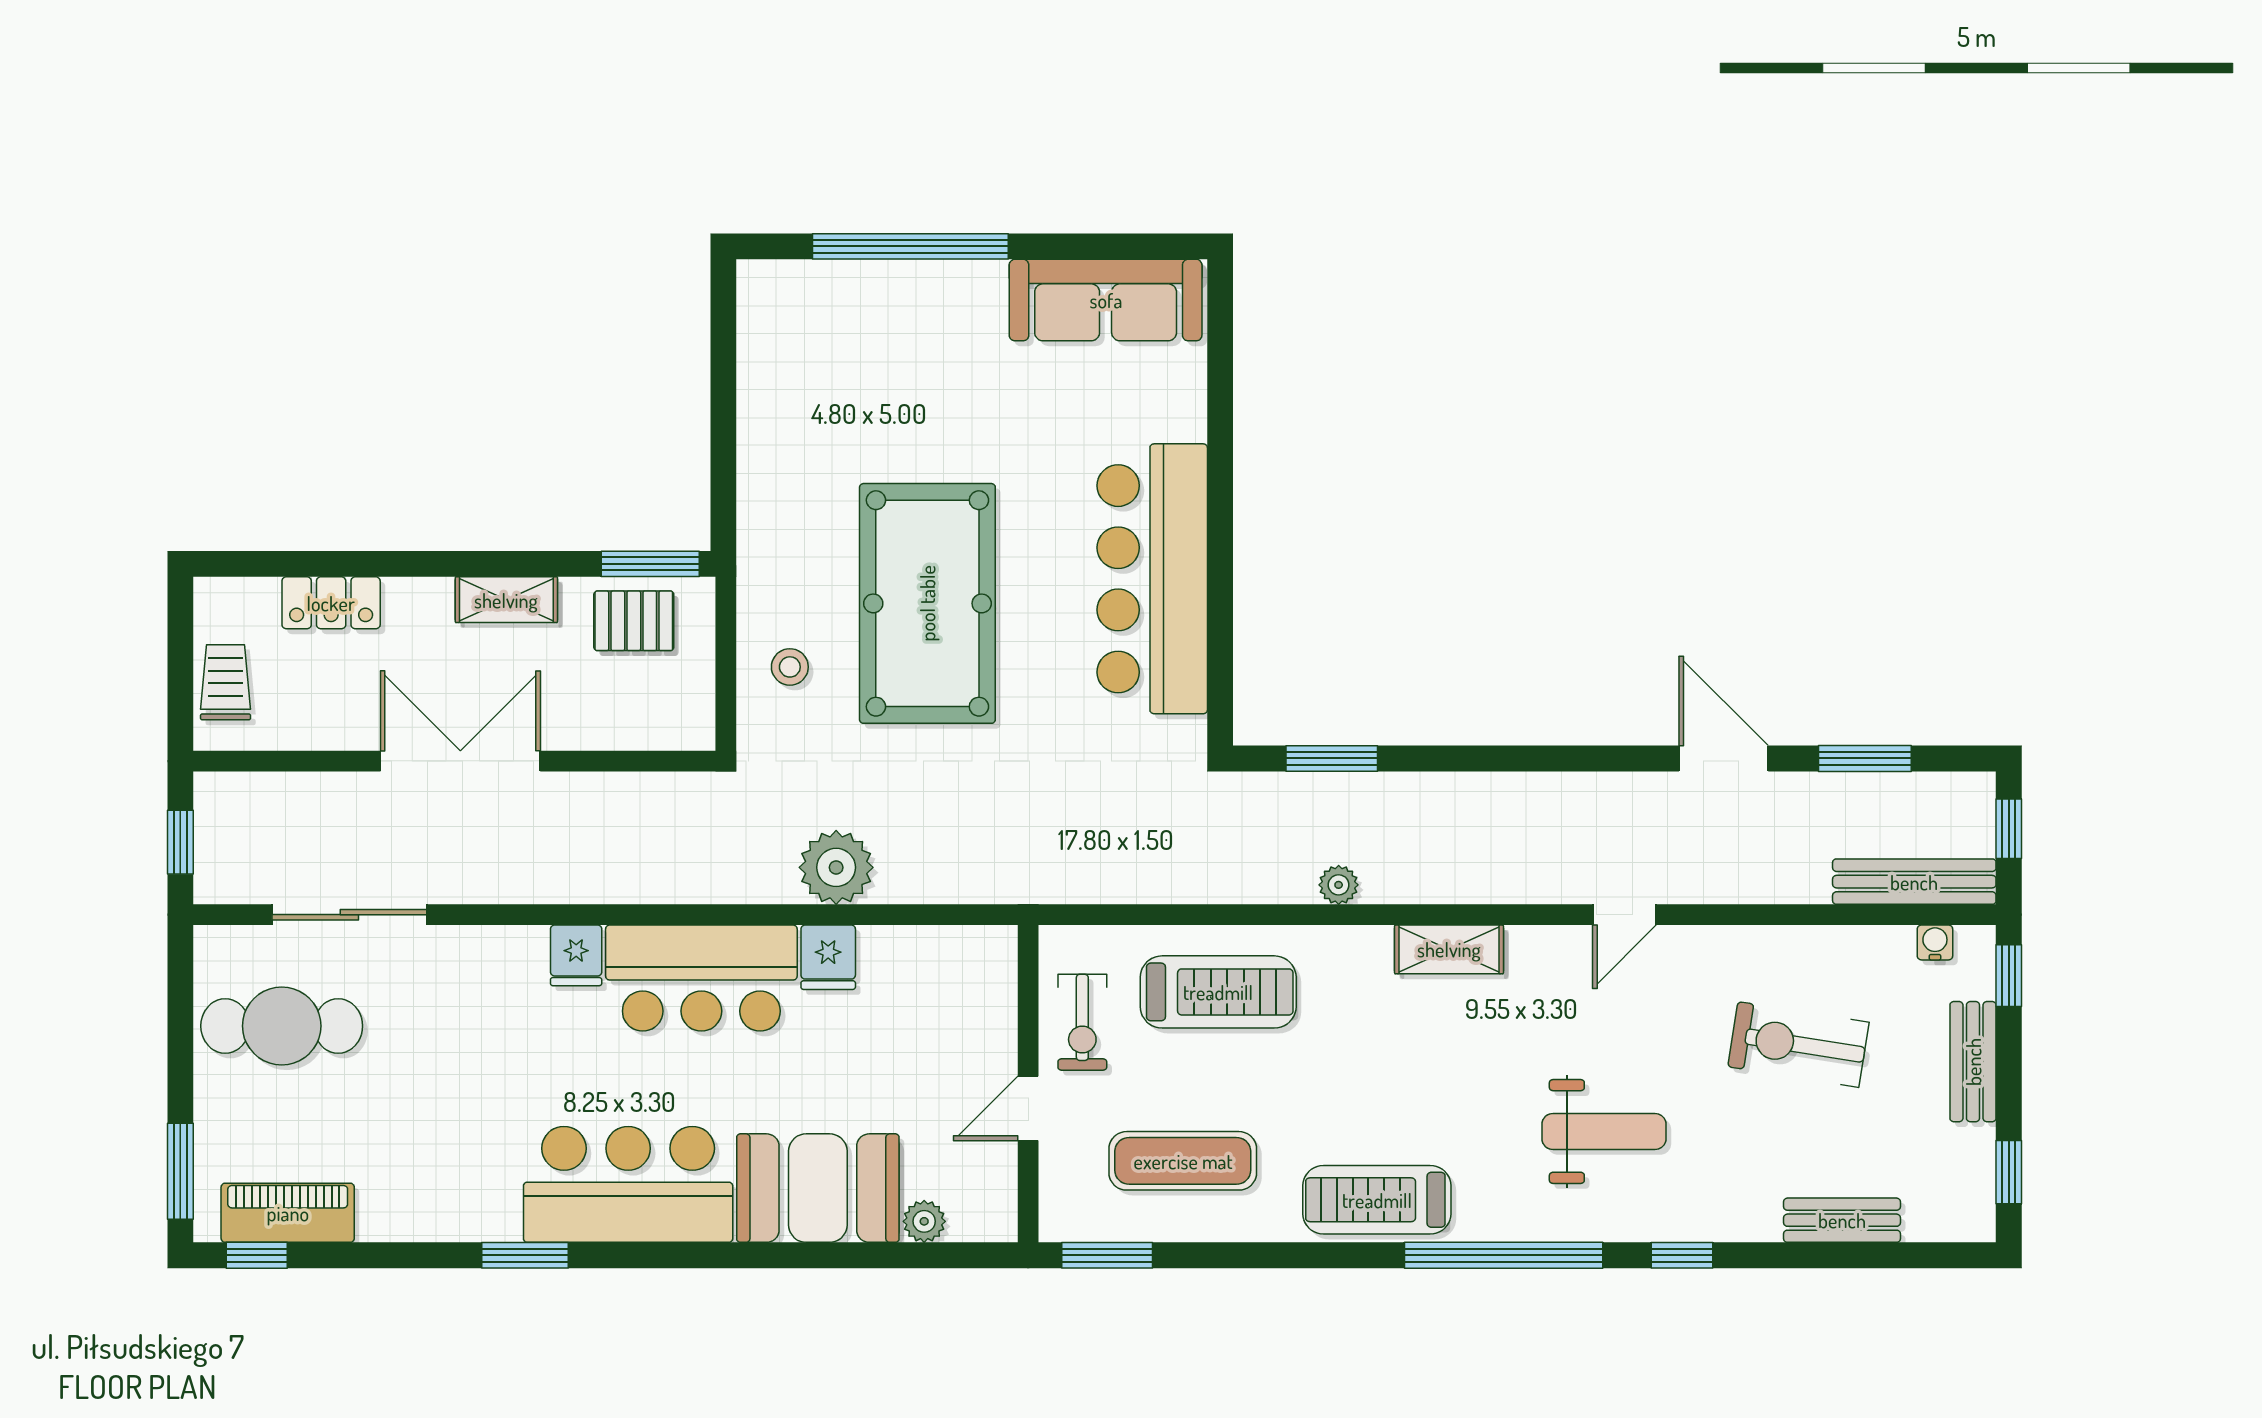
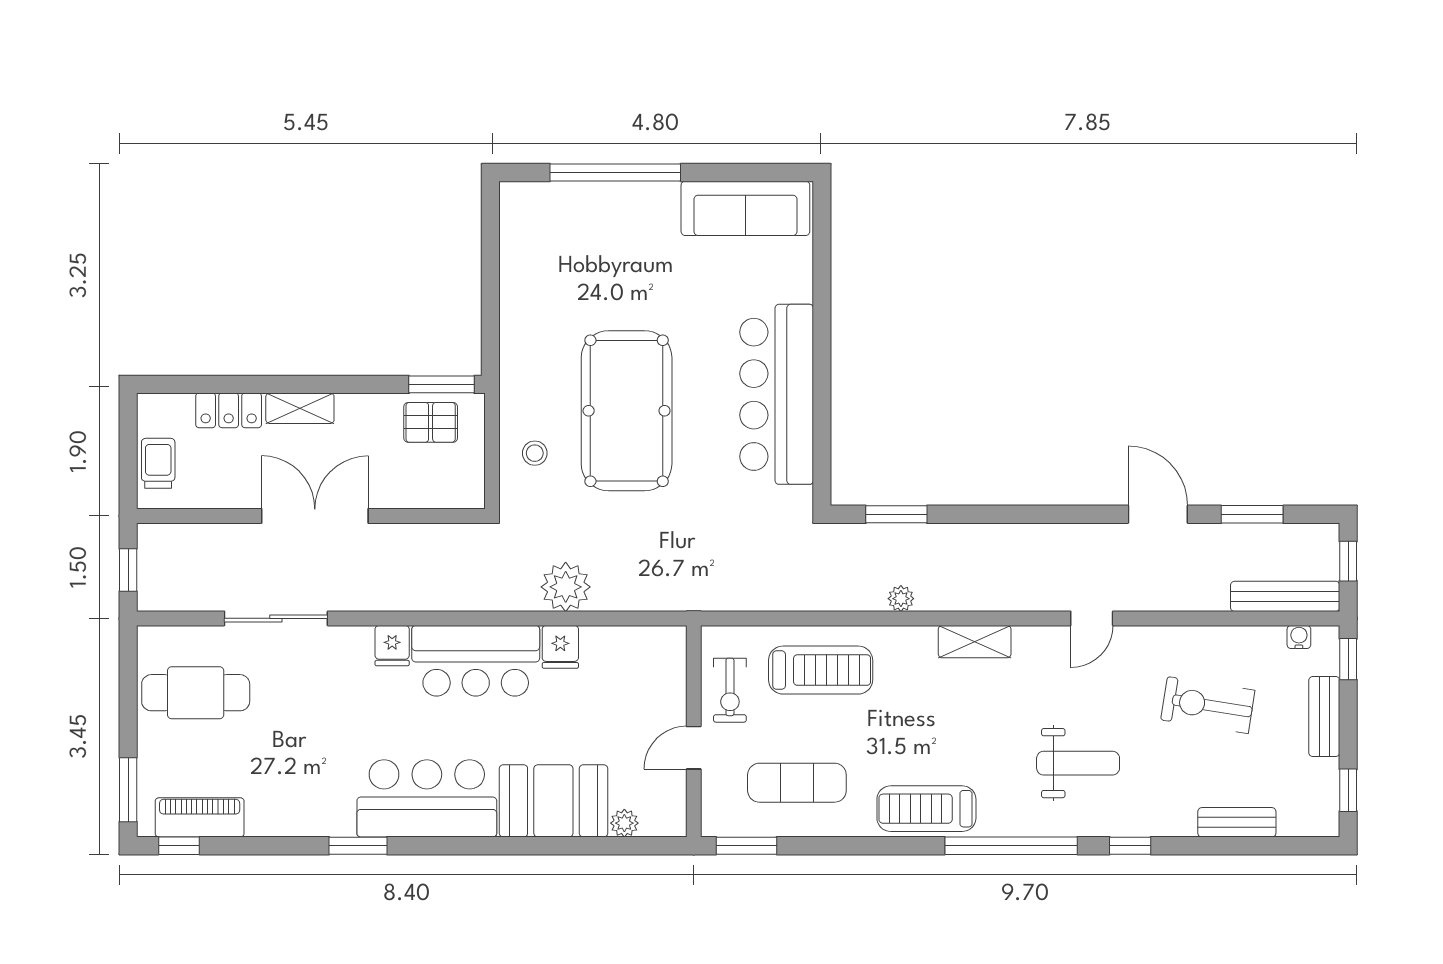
shelving: (506, 600) -> (300, 408), moved
sliding door: (349, 915) -> (276, 618), moved

